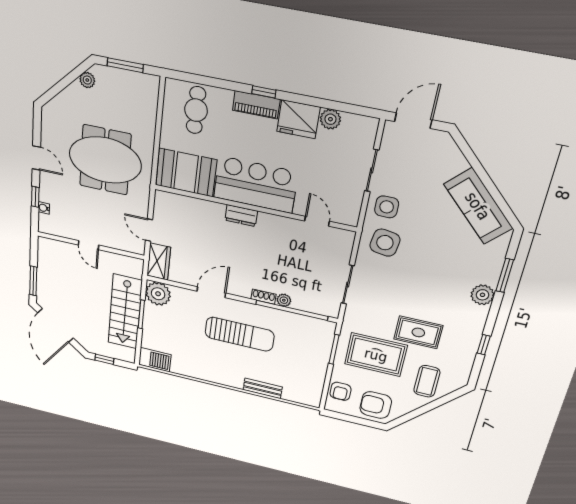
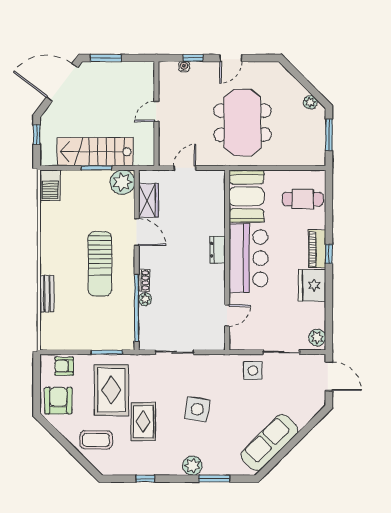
plant: (330, 119) -> (317, 338), moved
side table: (385, 243) -> (197, 409), moved
wardrobe: (159, 262) -> (149, 200), moved, turned -90

